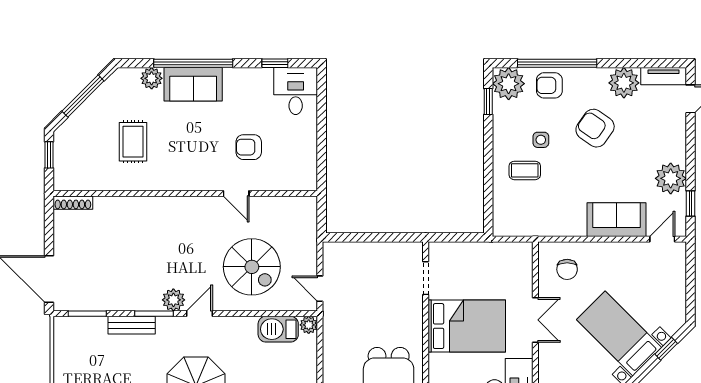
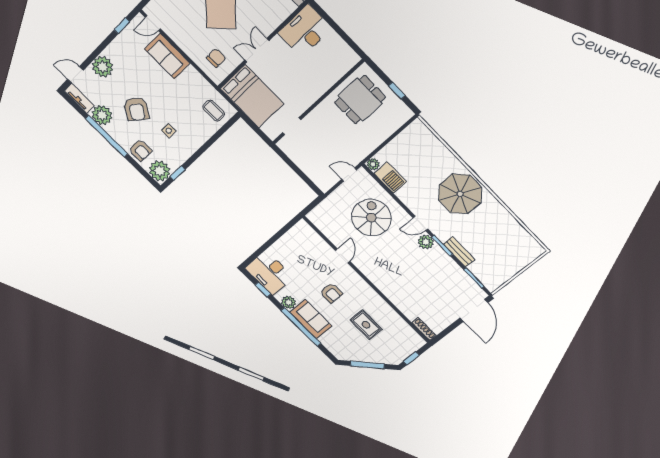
window: (557, 63) -> (106, 136), moved
plant: (152, 78) -> (289, 302), moved
desk: (296, 91) -> (270, 273), width x1.37
rug: (133, 142) -> (366, 325), turned 90
armchair: (249, 147) -> (331, 293), moved
coffee table: (525, 170) -> (214, 111), moved
plant: (671, 178) -> (103, 67), moved
door: (320, 289) -> (349, 175), swing flipped
bed: (467, 326) -> (252, 96), moved, turned 180

